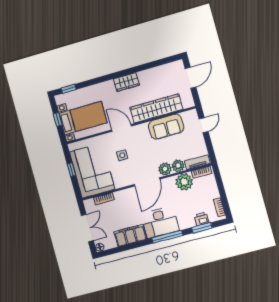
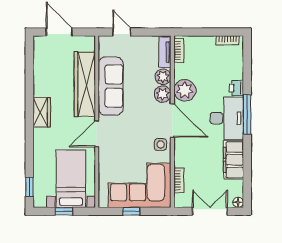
sofa: (166, 127) -> (111, 86), width x1.36
side table: (122, 155) -> (161, 144), moved
plant: (184, 182) -> (185, 90), moved
printer: (202, 219) -> (236, 88), moved
window: (202, 228) -> (247, 69), removed

